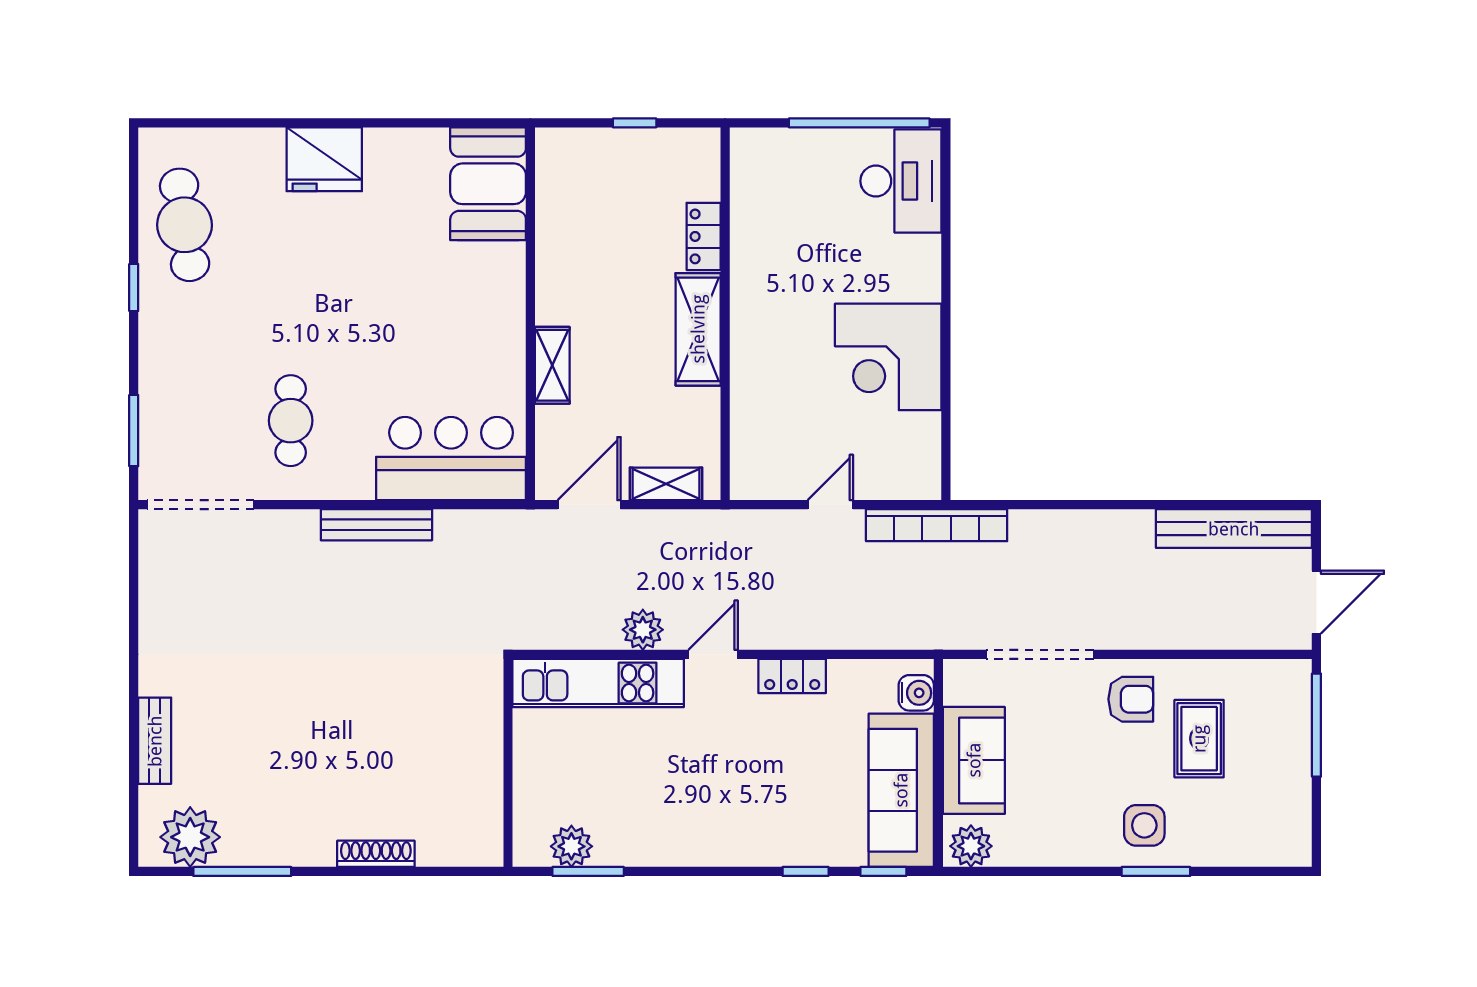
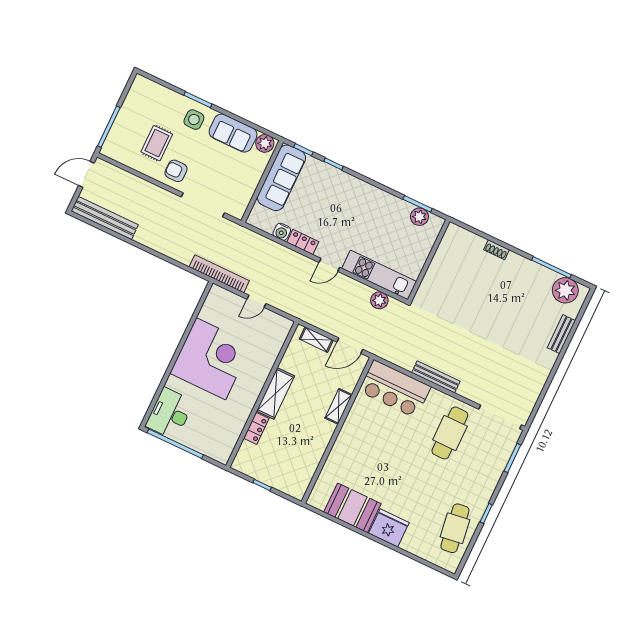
booth: (488, 184) -> (352, 508), moved, turned 90
corner desk: (888, 357) -> (211, 359), width x1.36, depth x1.36
cafe table: (291, 421) -> (450, 433), width x1.37, depth x1.35
plant: (643, 630) -> (379, 300), moved
water cooler: (916, 693) -> (282, 232), moved, turned -90
sofa: (974, 760) -> (233, 133), moved, turned -90
shoe rack: (376, 854) -> (497, 250), width x0.70

